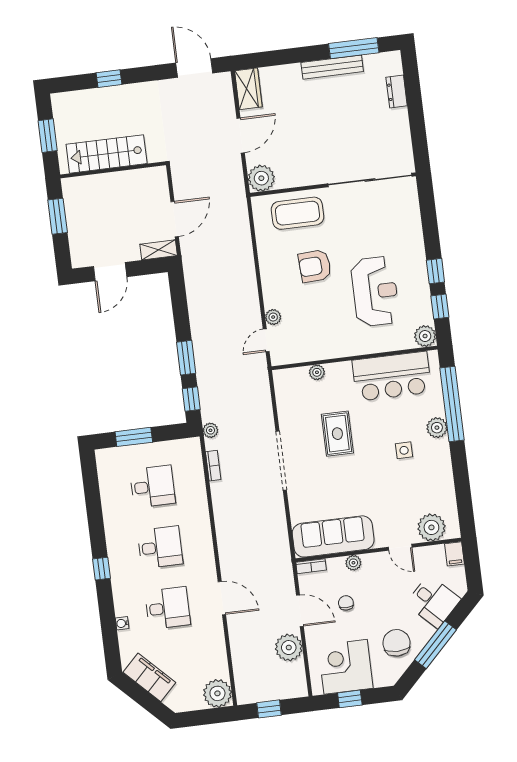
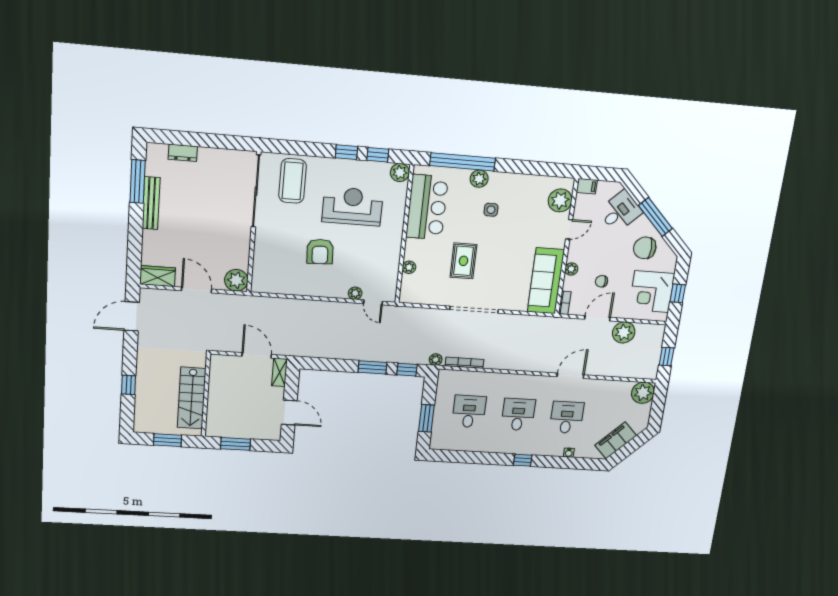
coffee table: (297, 213) -> (293, 181), moved
rug: (337, 434) -> (463, 261), turned 90
bookcase: (213, 466) -> (464, 363), width x1.56

